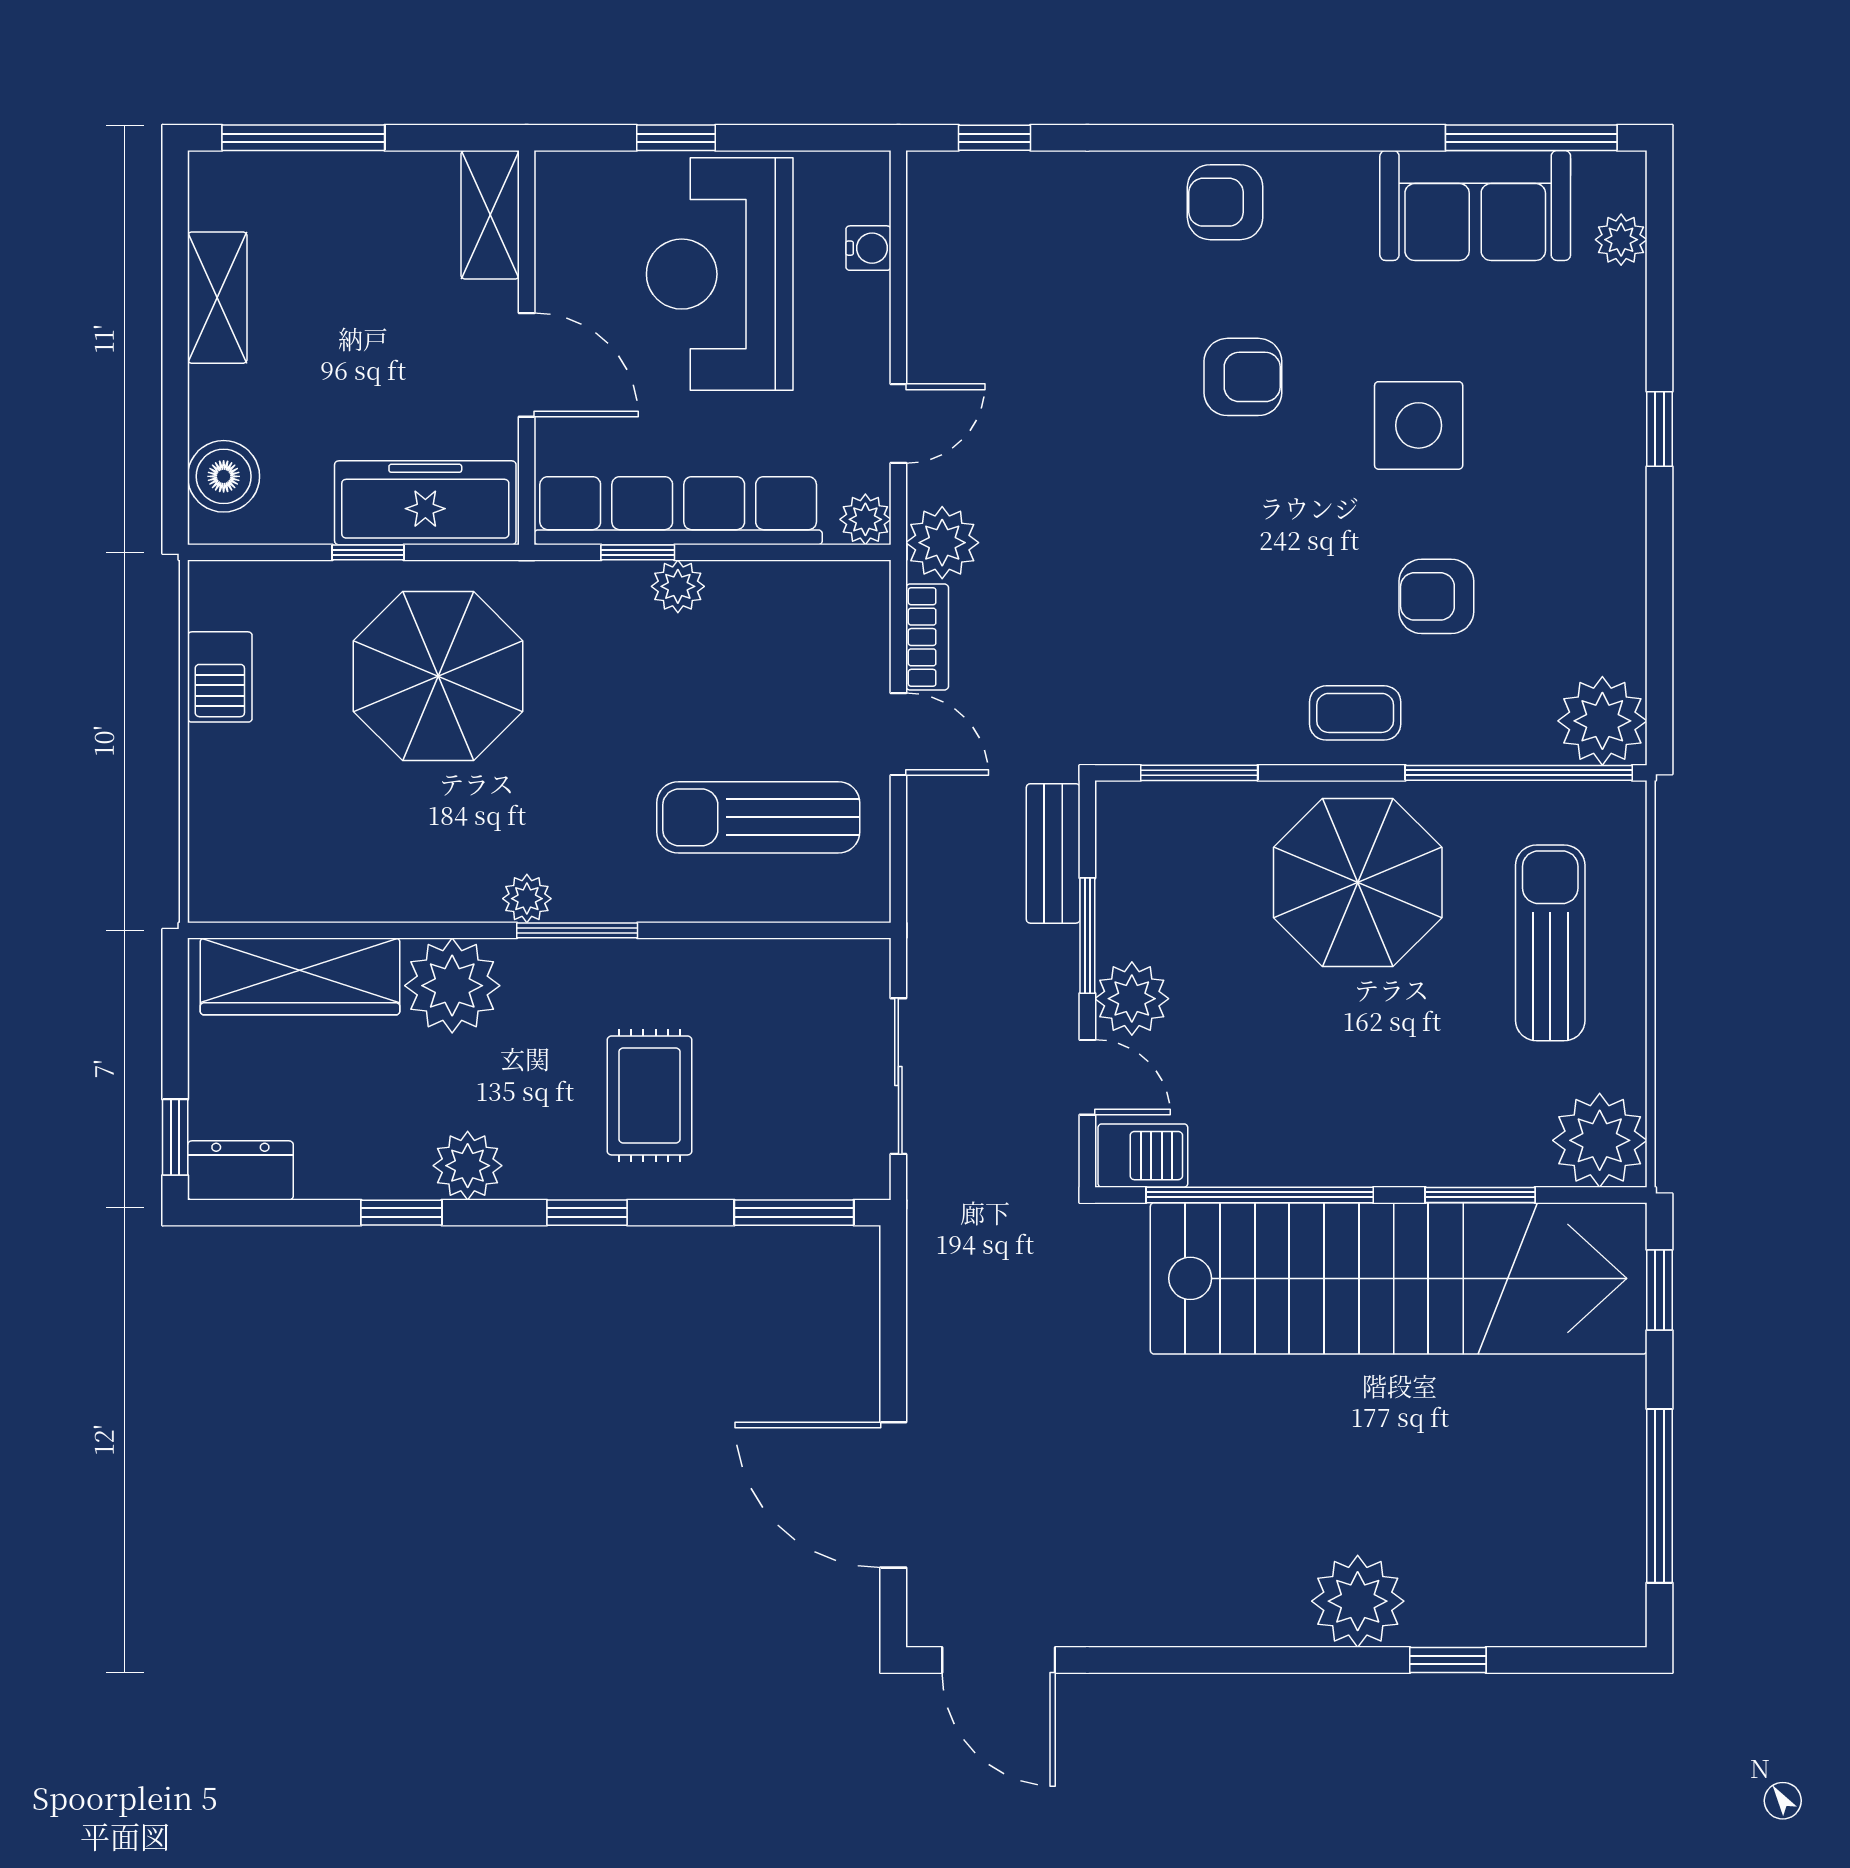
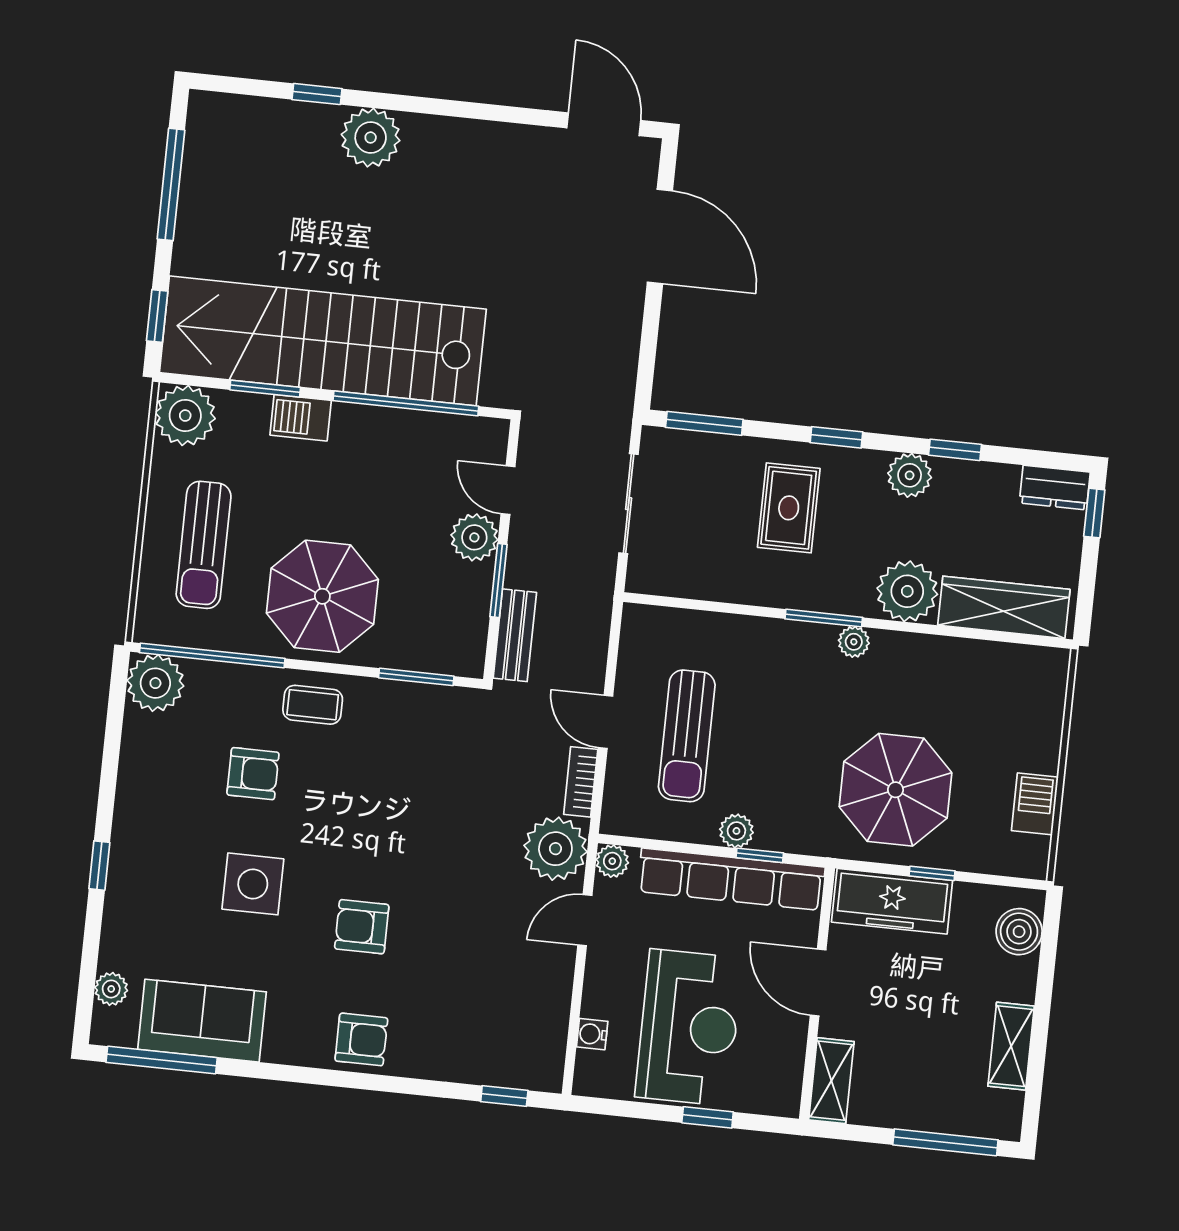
plant: (942, 543) -> (555, 849), width x1.36, depth x1.36
sun lounger: (758, 817) -> (687, 736), moved, turned 90
barbecue: (1143, 1156) -> (301, 418), moved

